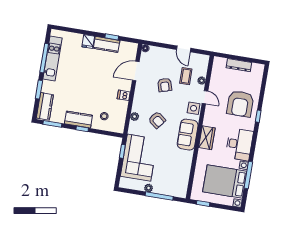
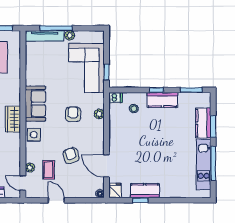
fridge: (88, 42) -> (115, 190), moved
door: (136, 71) -> (107, 166), swing flipped
dishwasher: (124, 95) -> (116, 98), moved
door: (205, 97) -> (23, 183), moved
kitchen counter: (45, 106) -> (203, 123), moved
armchair: (157, 120) -> (73, 114), turned 52
wardrobe: (207, 138) -> (13, 119), moved
tv unit: (170, 191) -> (45, 36), added

